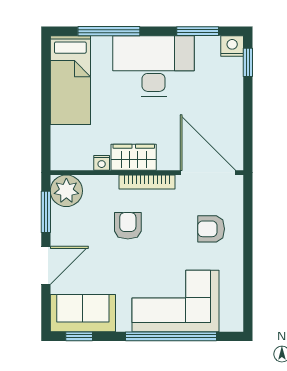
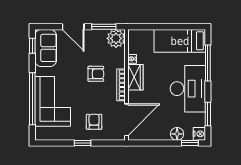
floor lamp: (232, 85) -> (177, 134), added
window: (248, 249) -> (83, 143), added

